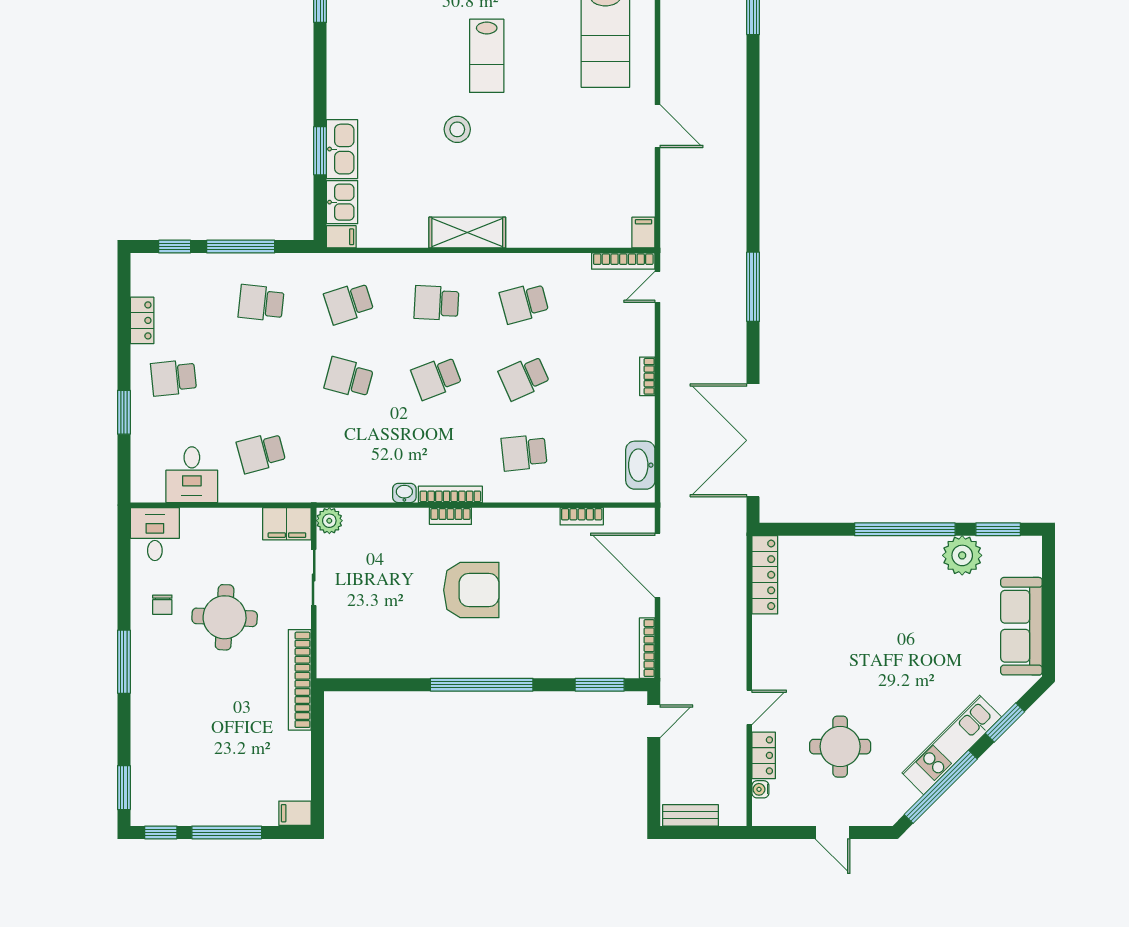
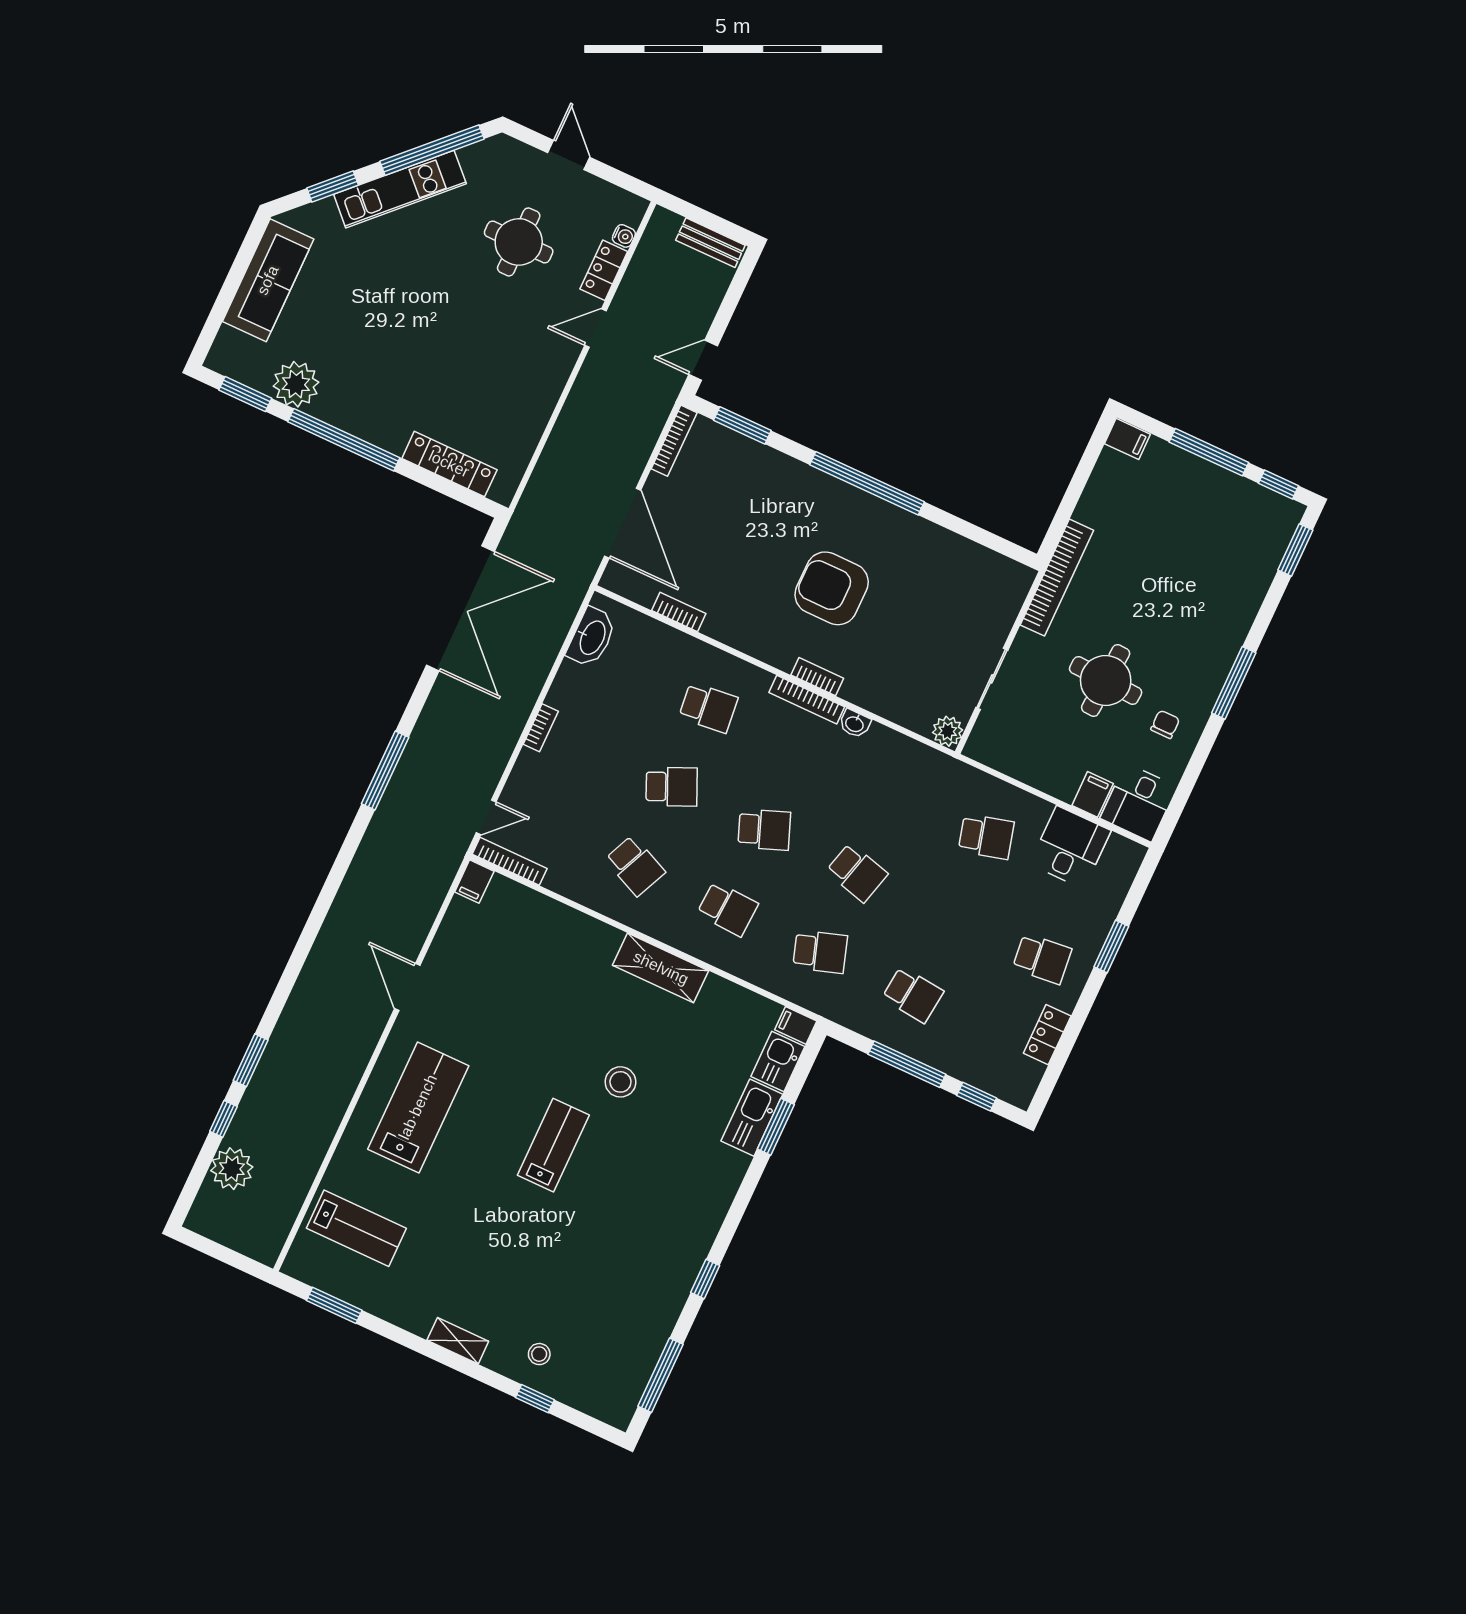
school desk: (524, 303) -> (635, 866), turned 39
filing cabinet: (287, 524) -> (1093, 794), moved, width x0.50
locker: (765, 575) -> (449, 464), moved, turned 90

